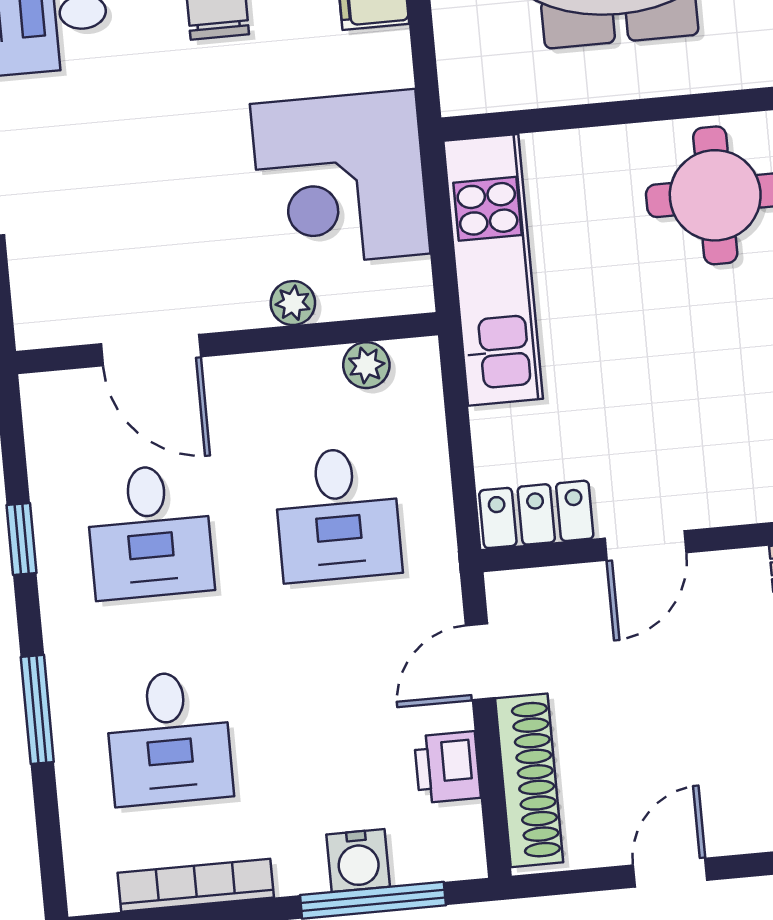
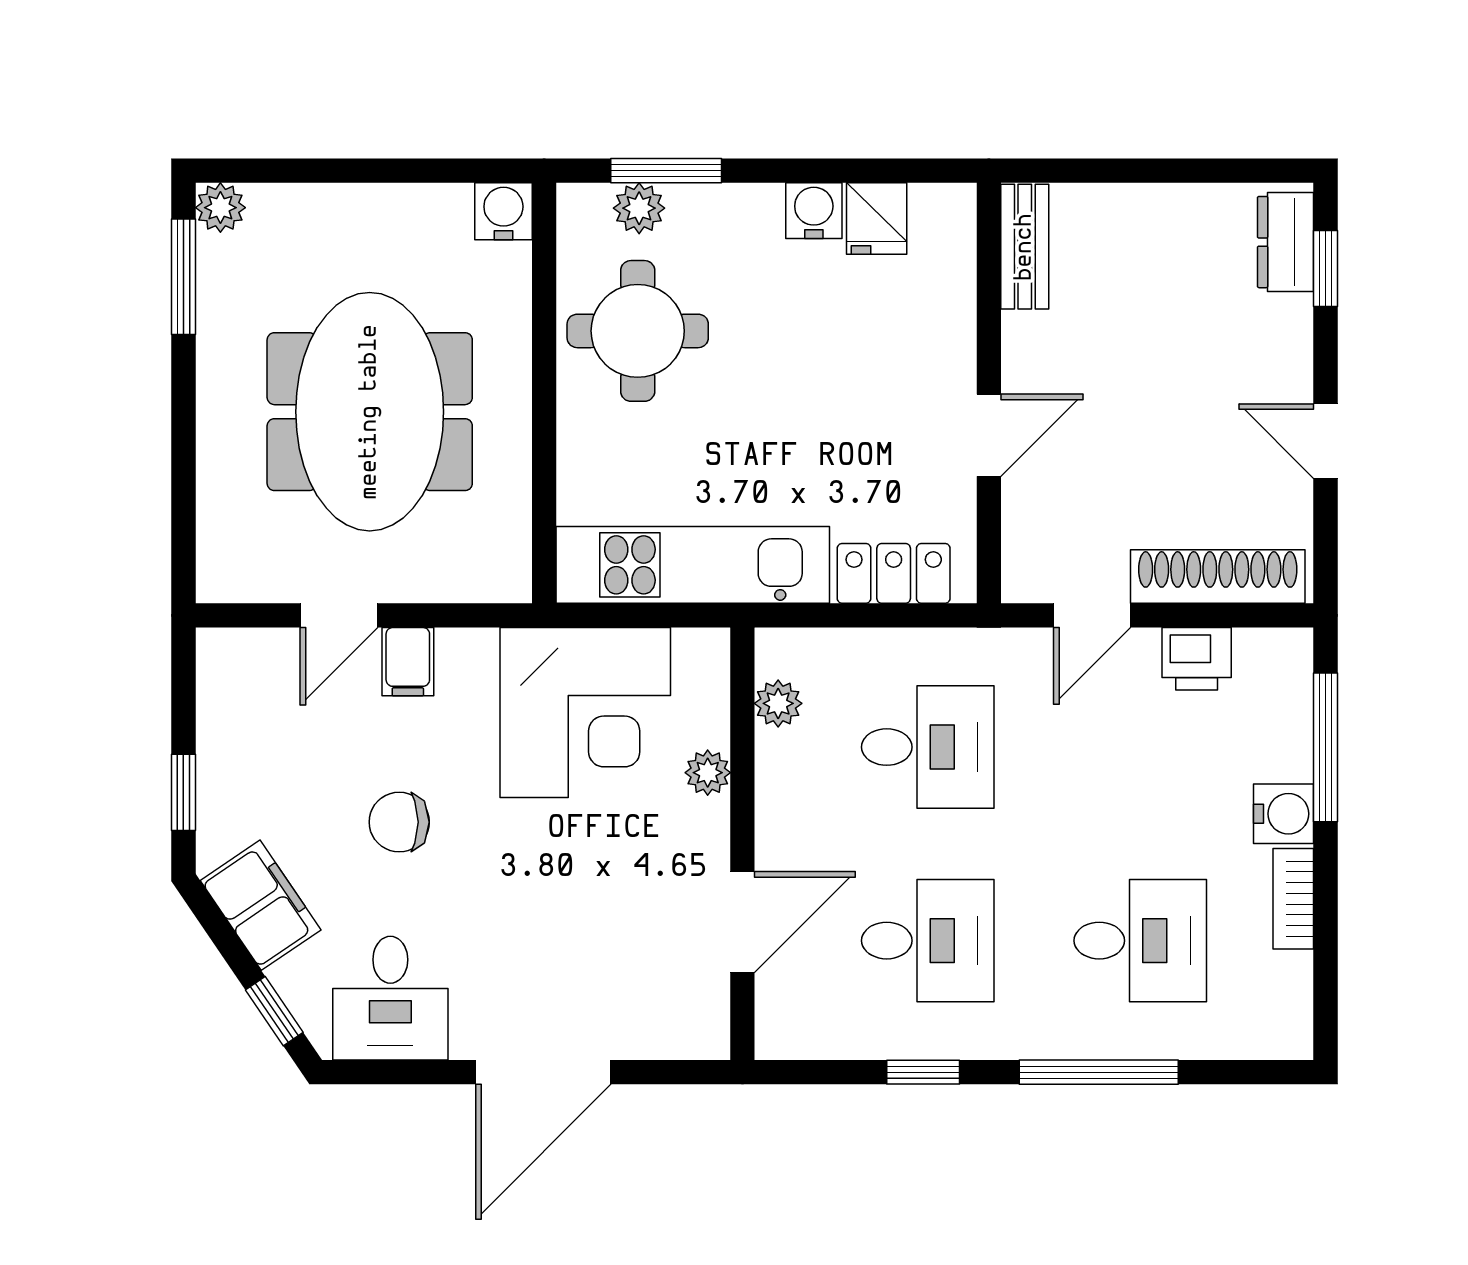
locker: (536, 514) -> (894, 573), moved, turned 90
door: (645, 545) -> (989, 435), hinge flipped
door: (480, 662) -> (1092, 615), hinge flipped
window: (37, 709) -> (1099, 1072), width x1.44
water cooler: (358, 861) -> (1284, 814), moved
bookcase: (196, 885) -> (1293, 899), width x0.64

